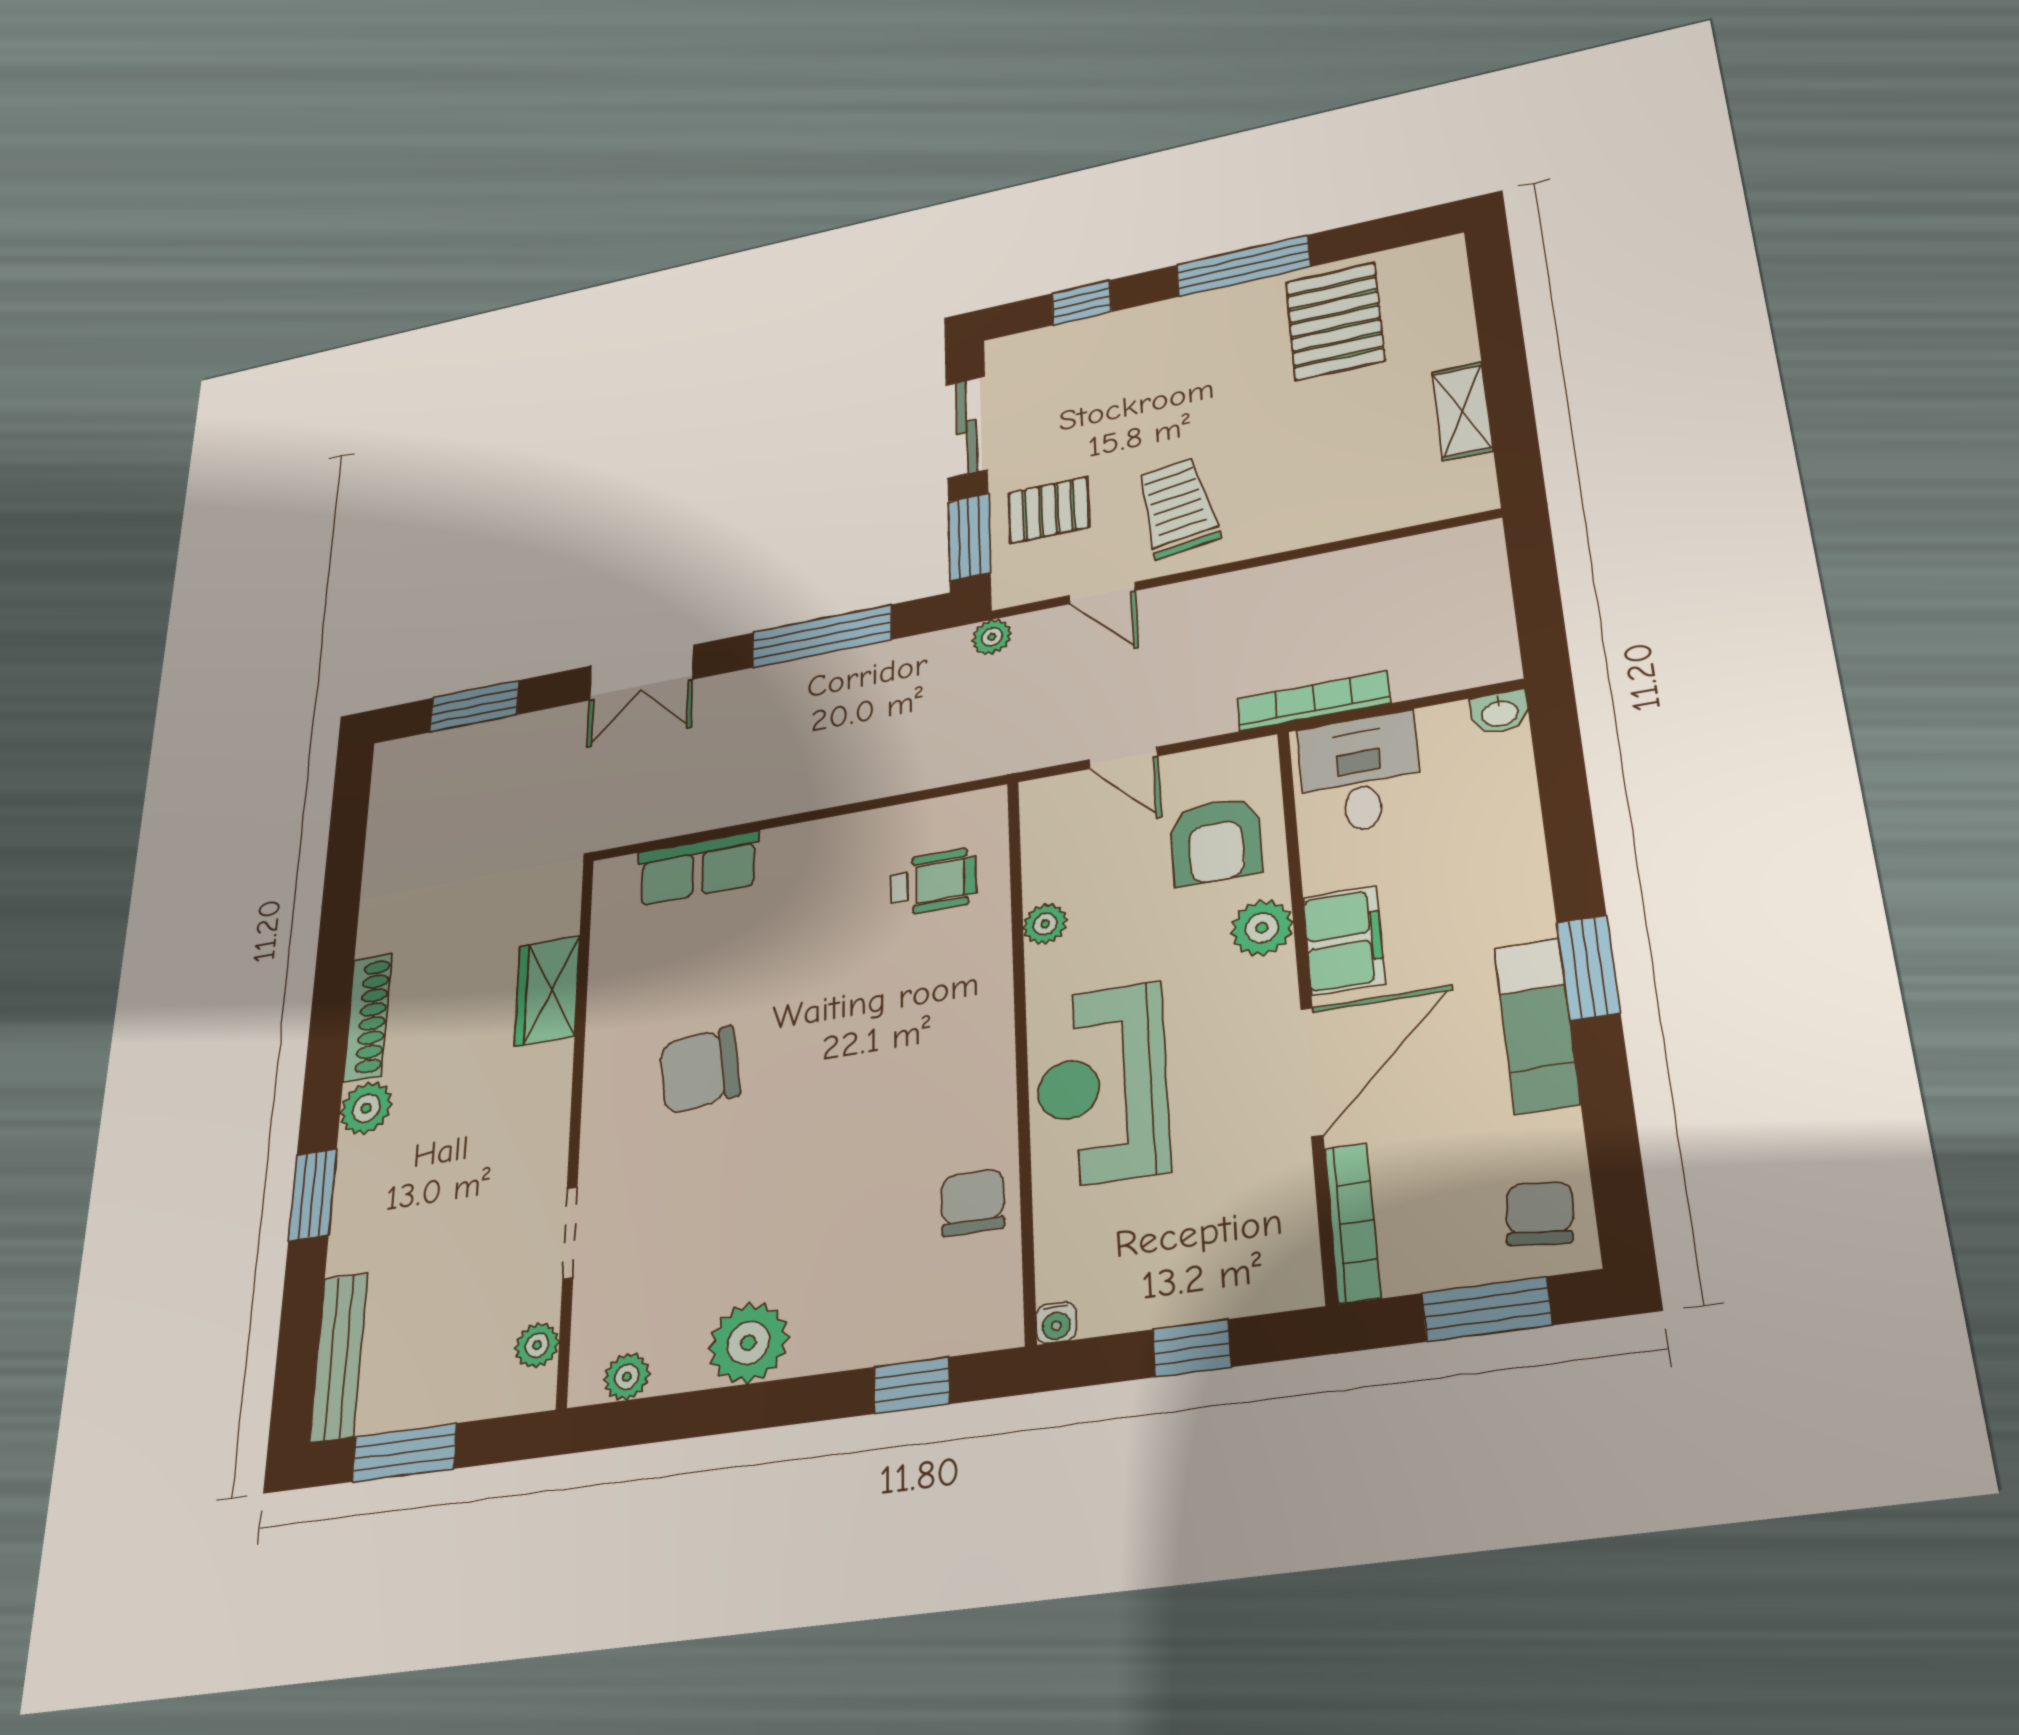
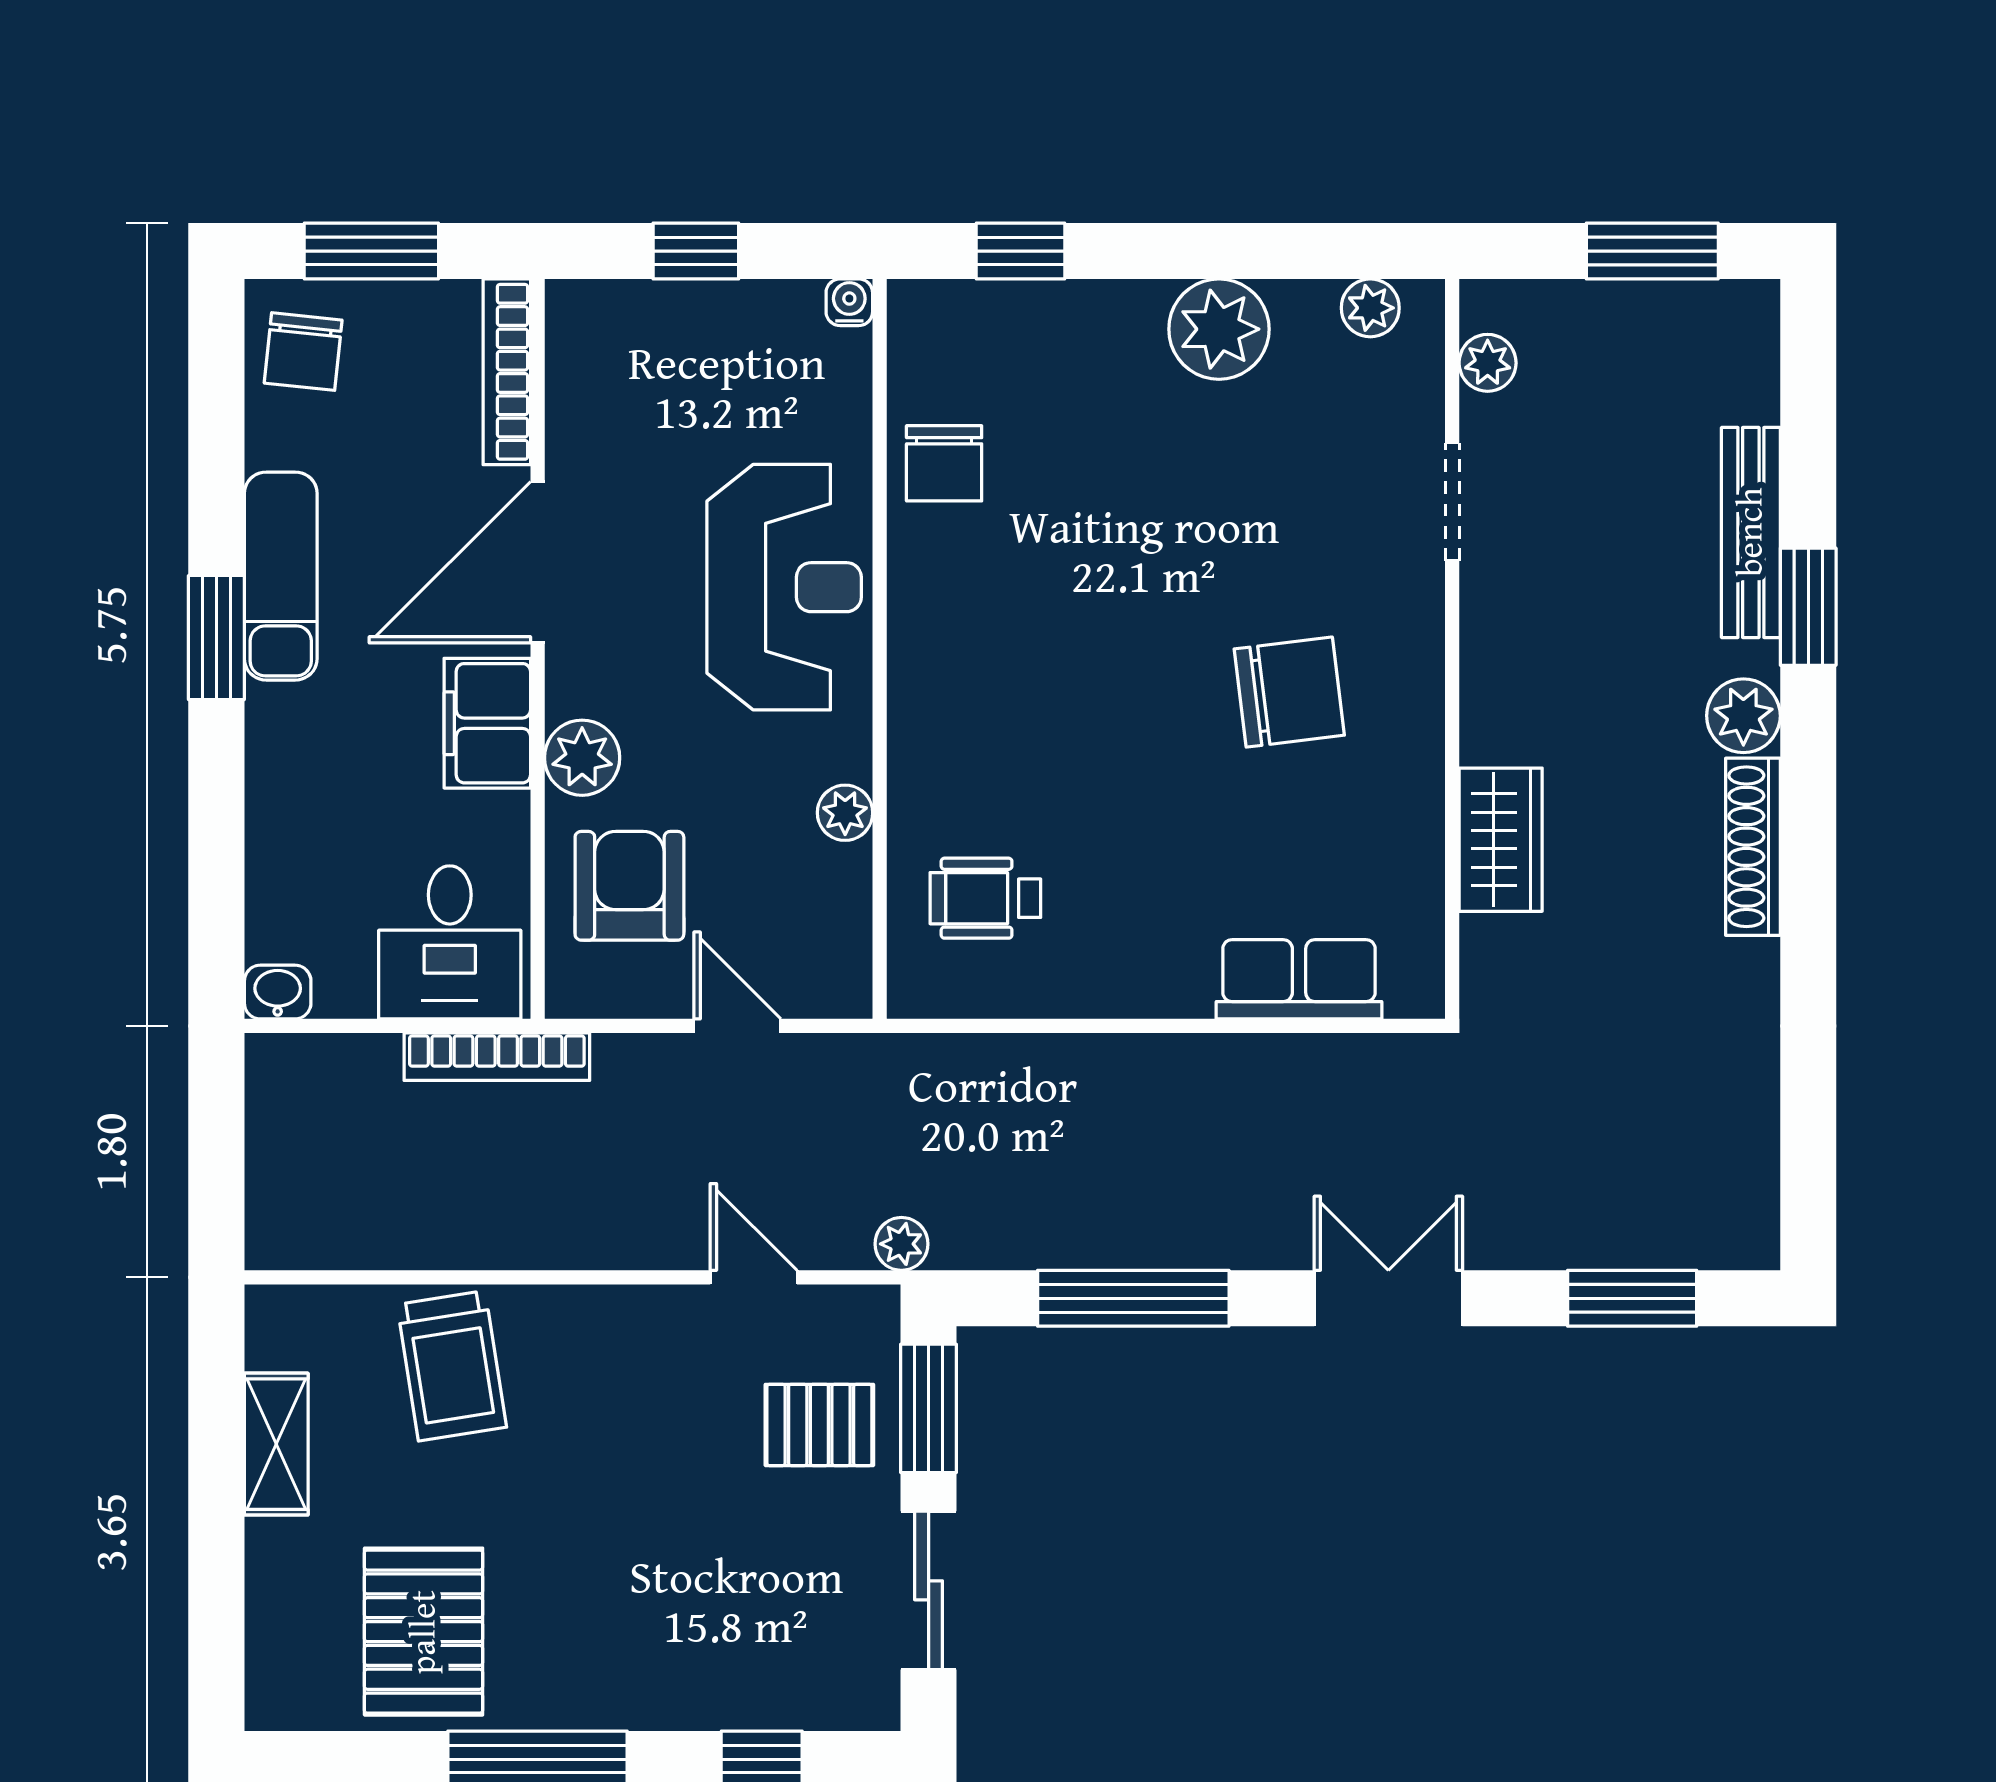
trolley: (1177, 508) -> (452, 1366), moved
bench: (339, 1357) -> (1751, 532), moved

